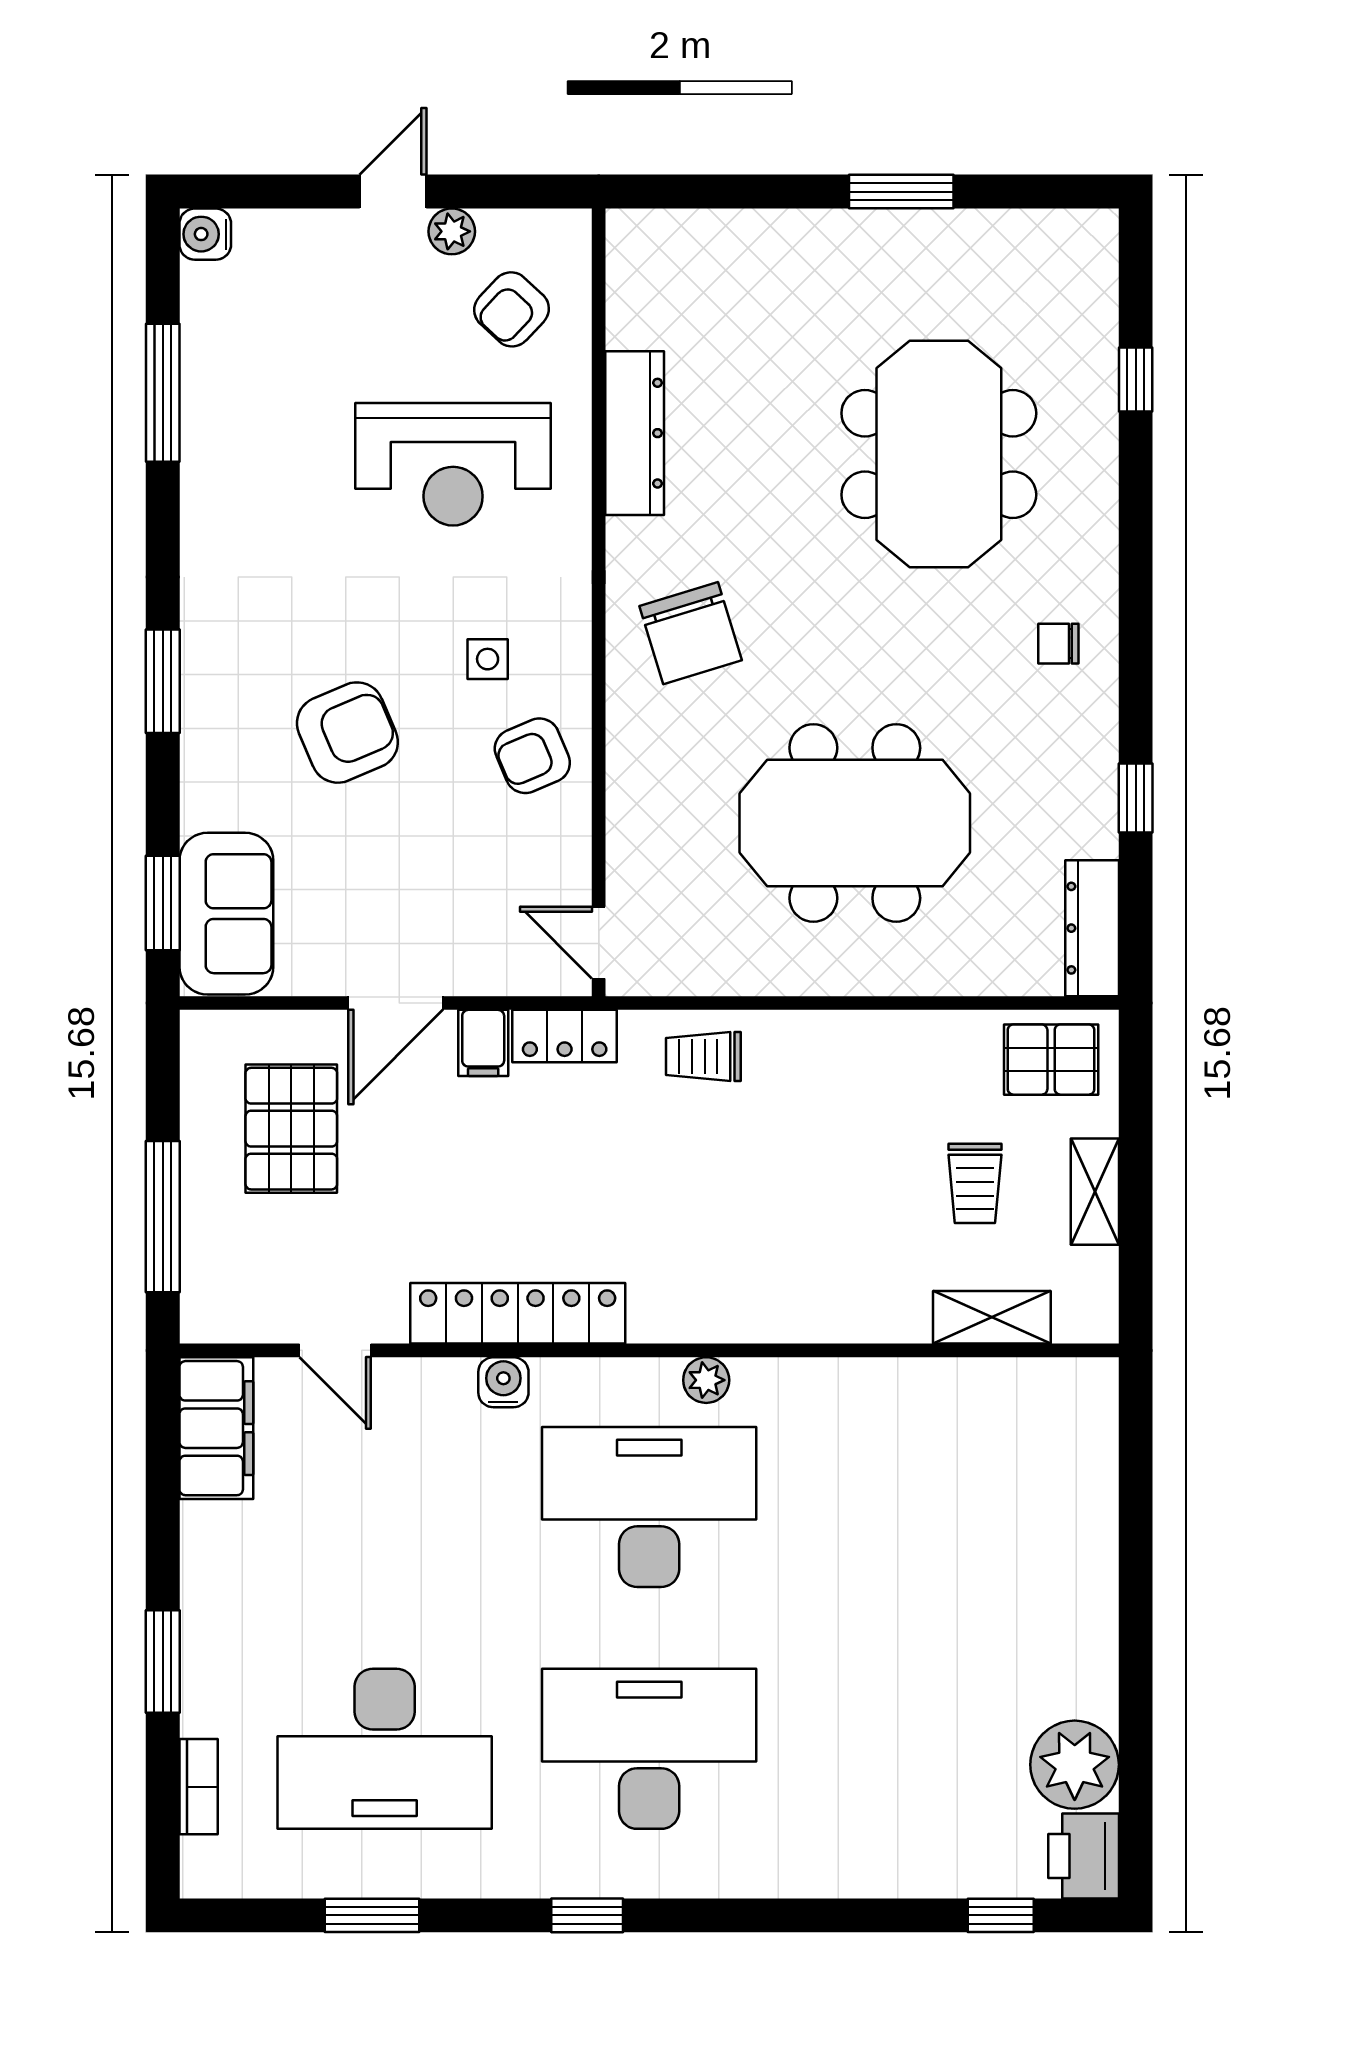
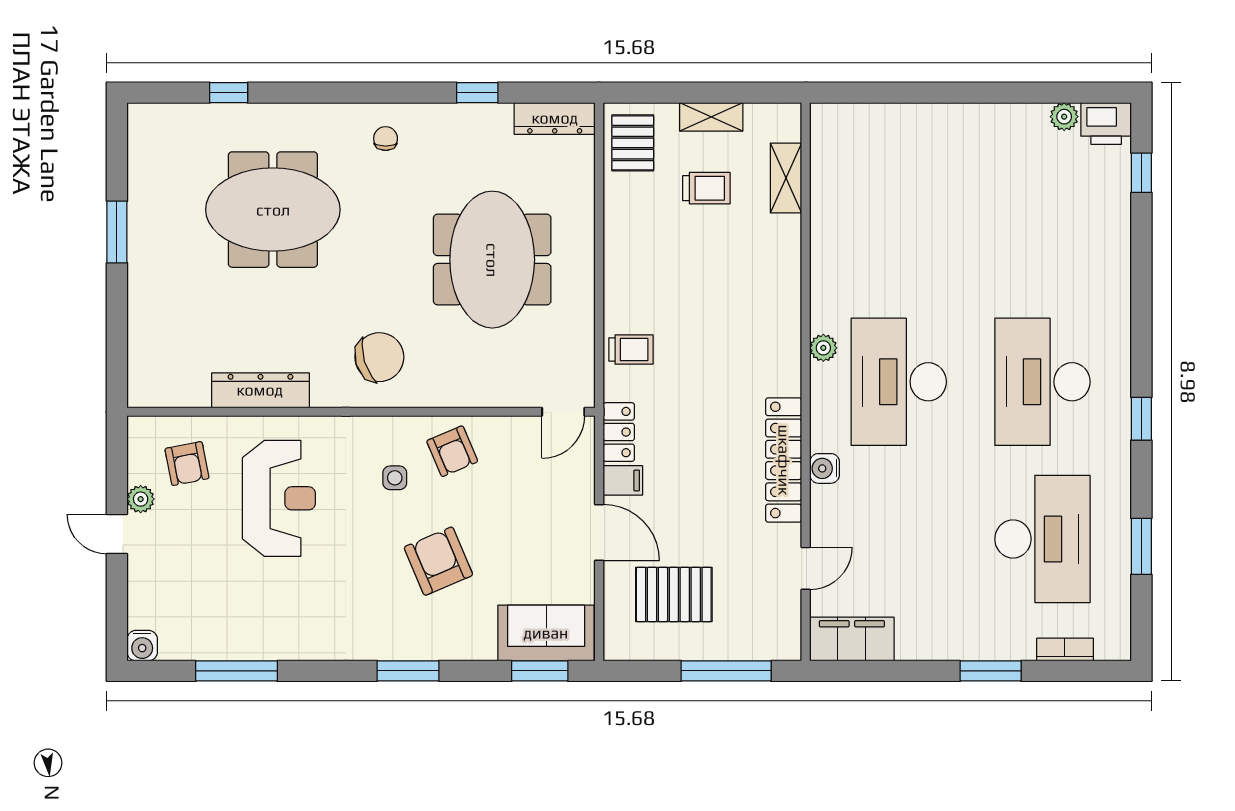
armchair: (512, 309) -> (187, 464), turned 36
chair: (1058, 644) -> (386, 139), turned 180
trolley: (703, 1057) -> (631, 350), turned -90
plant: (1075, 1765) -> (1064, 117), width x0.53, depth x0.53

